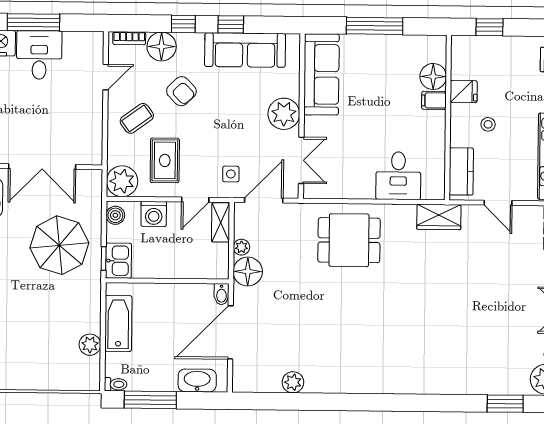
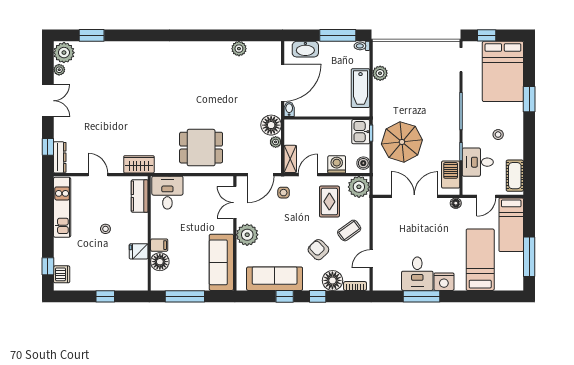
floor lamp: (433, 76) -> (160, 262), moved
fridge: (464, 92) -> (139, 251), moved
filing cabinet: (434, 100) -> (159, 245), moved
wall: (448, 118) -> (149, 233), moved
kitchen counter: (461, 171) -> (140, 196), moved

